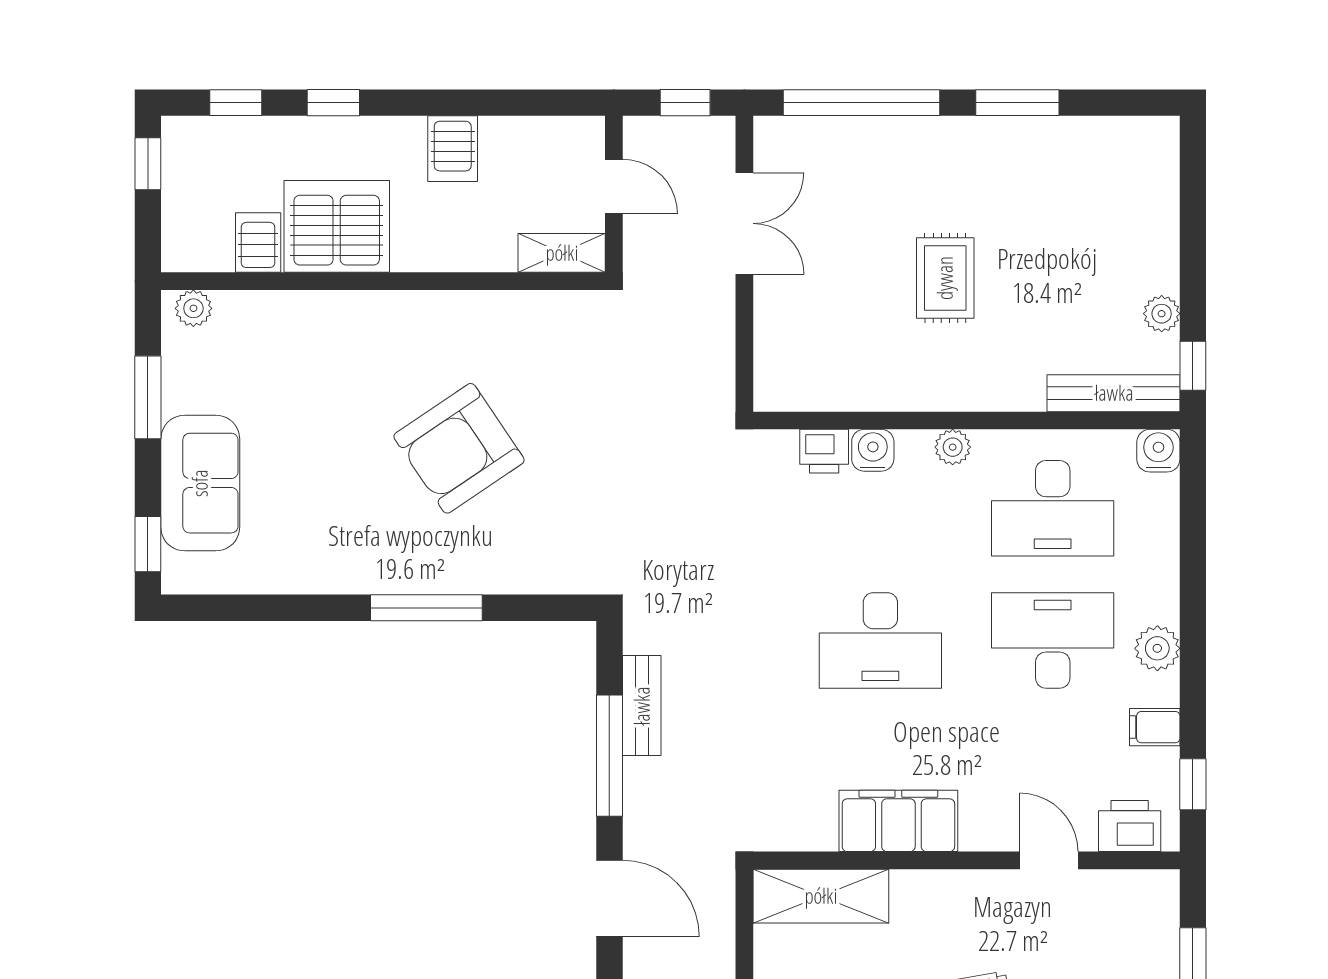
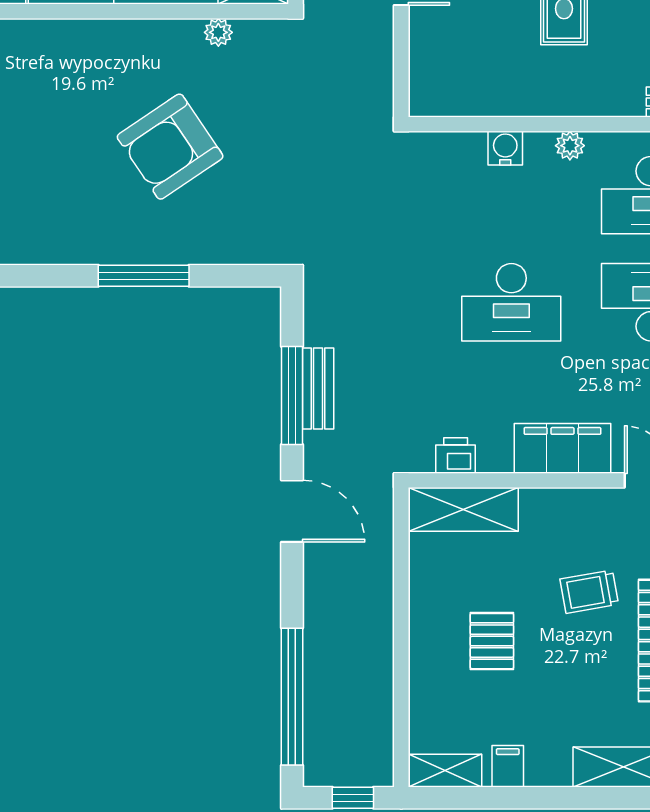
plant: (519, 307) -> (218, 32), added
printer: (824, 451) -> (456, 455), moved, turned 180
bench: (642, 706) -> (318, 388), moved
filing cabinet: (898, 821) -> (562, 448), moved

